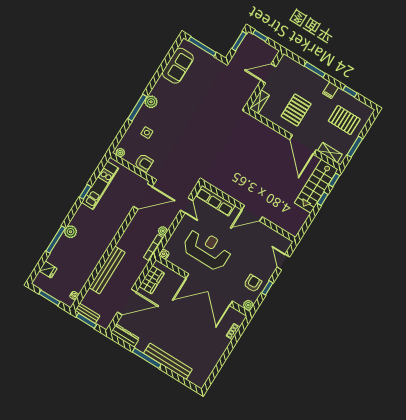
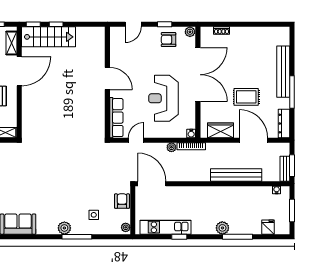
rug: (166, 318) -> (246, 97), added

